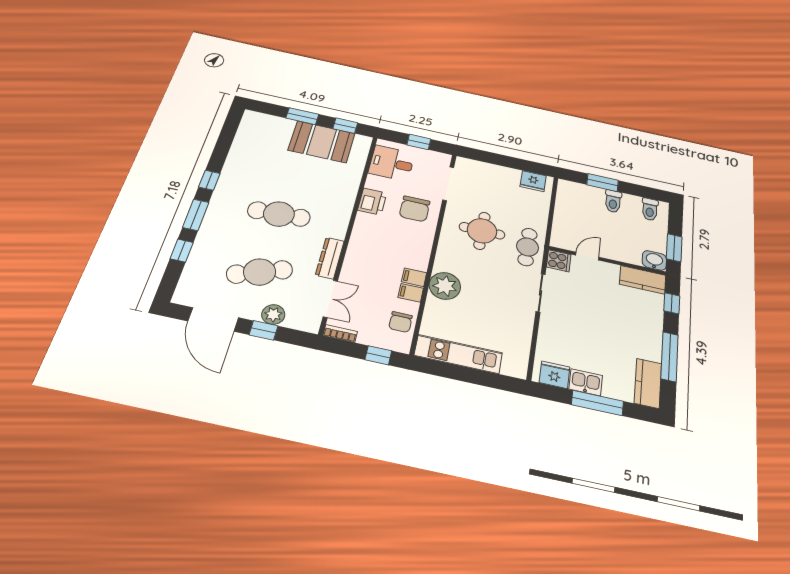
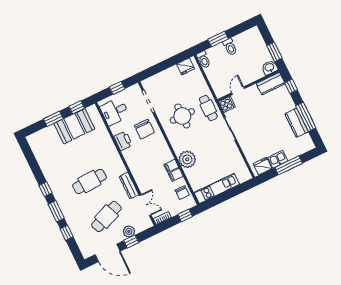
toilet: (650, 209) -> (204, 60), moved
kitchen counter: (648, 383) -> (297, 123), moved

